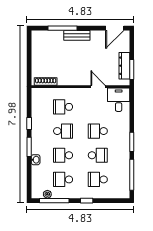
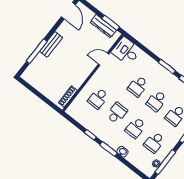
school desk: (98, 155) -> (157, 101), turned 180

